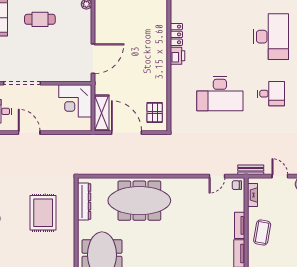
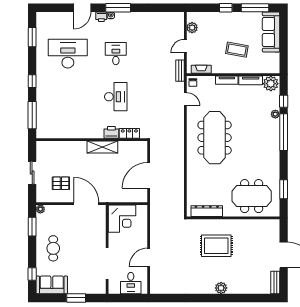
locker: (176, 34) -> (129, 133), moved
printer: (177, 56) -> (111, 132), moved
desk: (220, 94) -> (116, 97), width x0.73, depth x0.77
pallet: (155, 112) -> (61, 183), moved
shelving: (102, 113) -> (102, 147), moved
meeting table: (139, 201) -> (215, 138), moved
coffee table: (262, 233) -> (237, 50), moved

